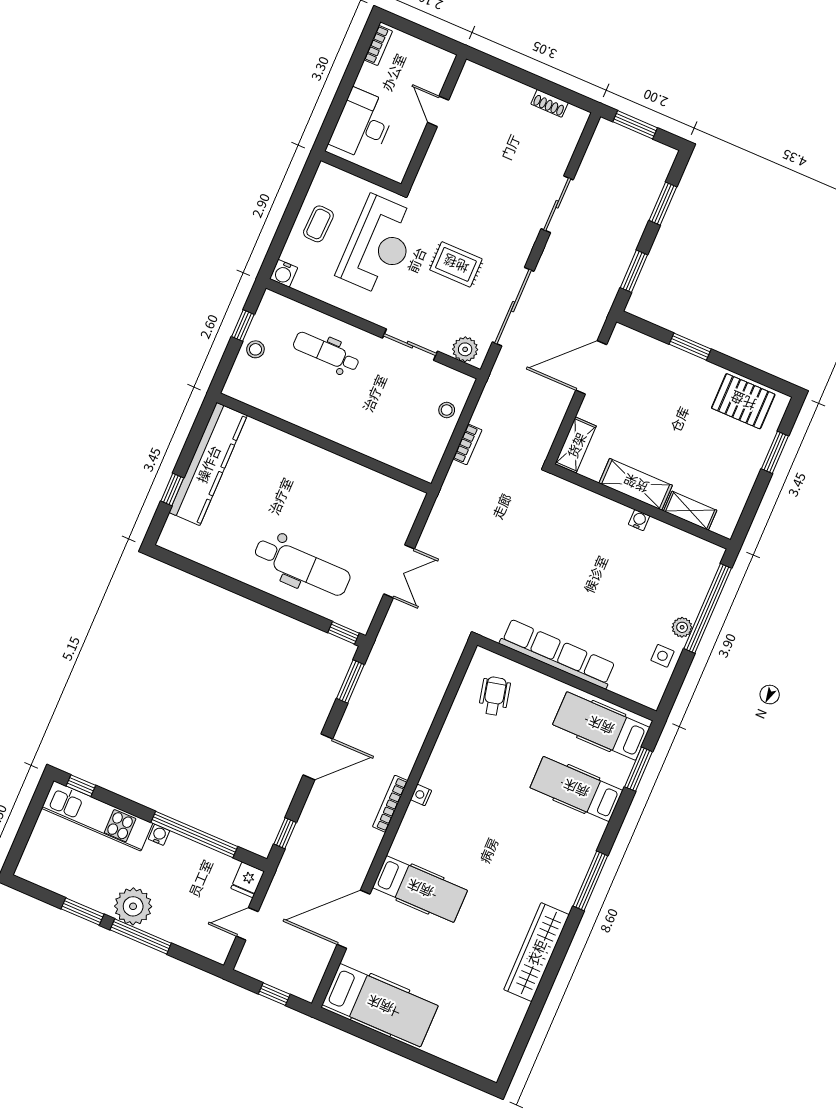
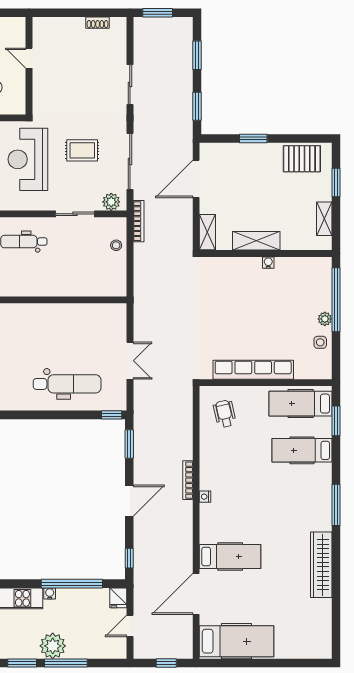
reception desk: (379, 245) -> (28, 159), turned 180
bookcase: (467, 444) -> (139, 221), moved, width x1.56
shelving: (690, 511) -> (324, 219), moved, turned 90
bookcase: (390, 804) -> (188, 480), moved

